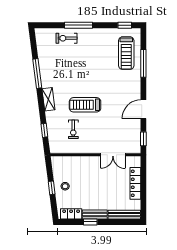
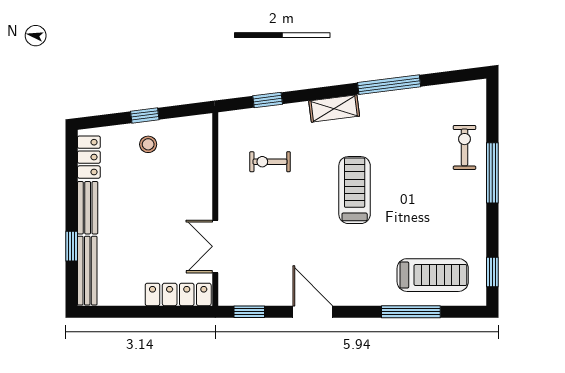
treadmill: (126, 53) -> (433, 275), turned 180
treadmill: (85, 105) -> (355, 190), moved
locker: (135, 183) -> (178, 294), moved
window: (90, 222) -> (72, 246), moved

